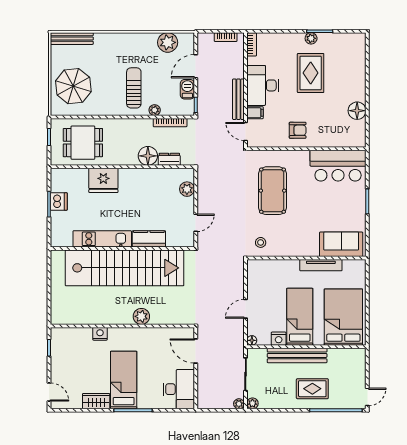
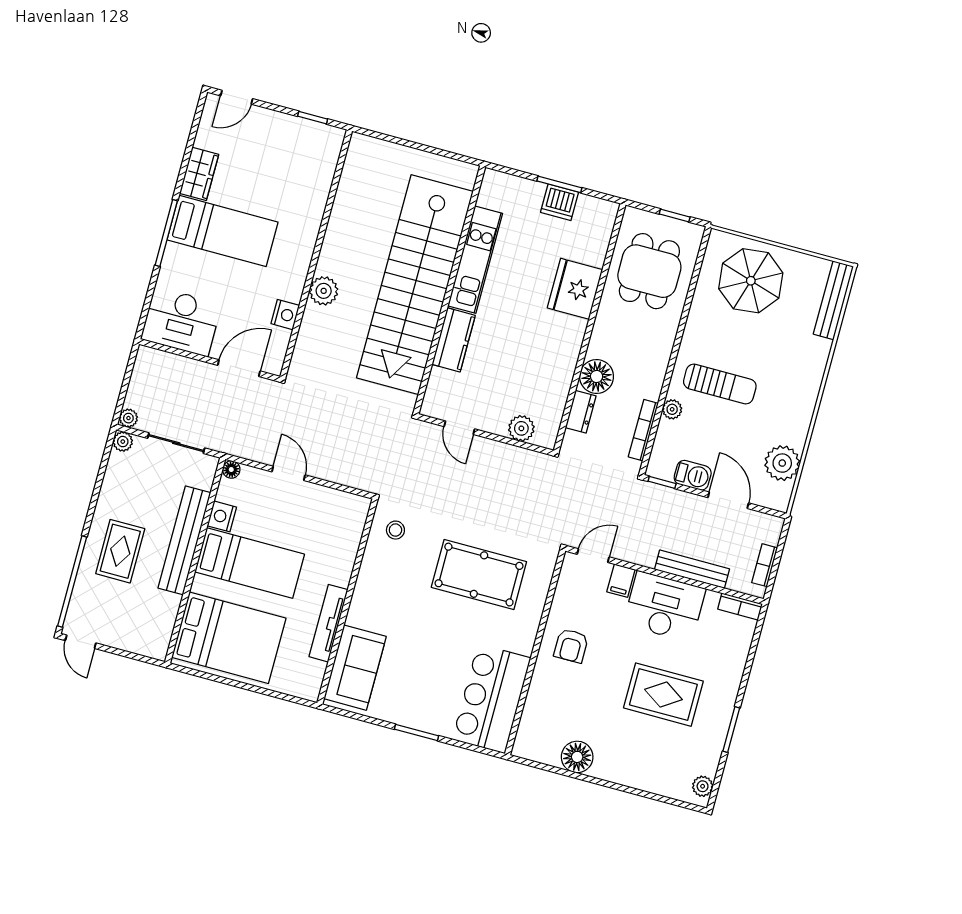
plant: (311, 38) -> (703, 786), moved
bench: (238, 99) -> (692, 569), moved
nightstand: (100, 334) -> (285, 315), moved

